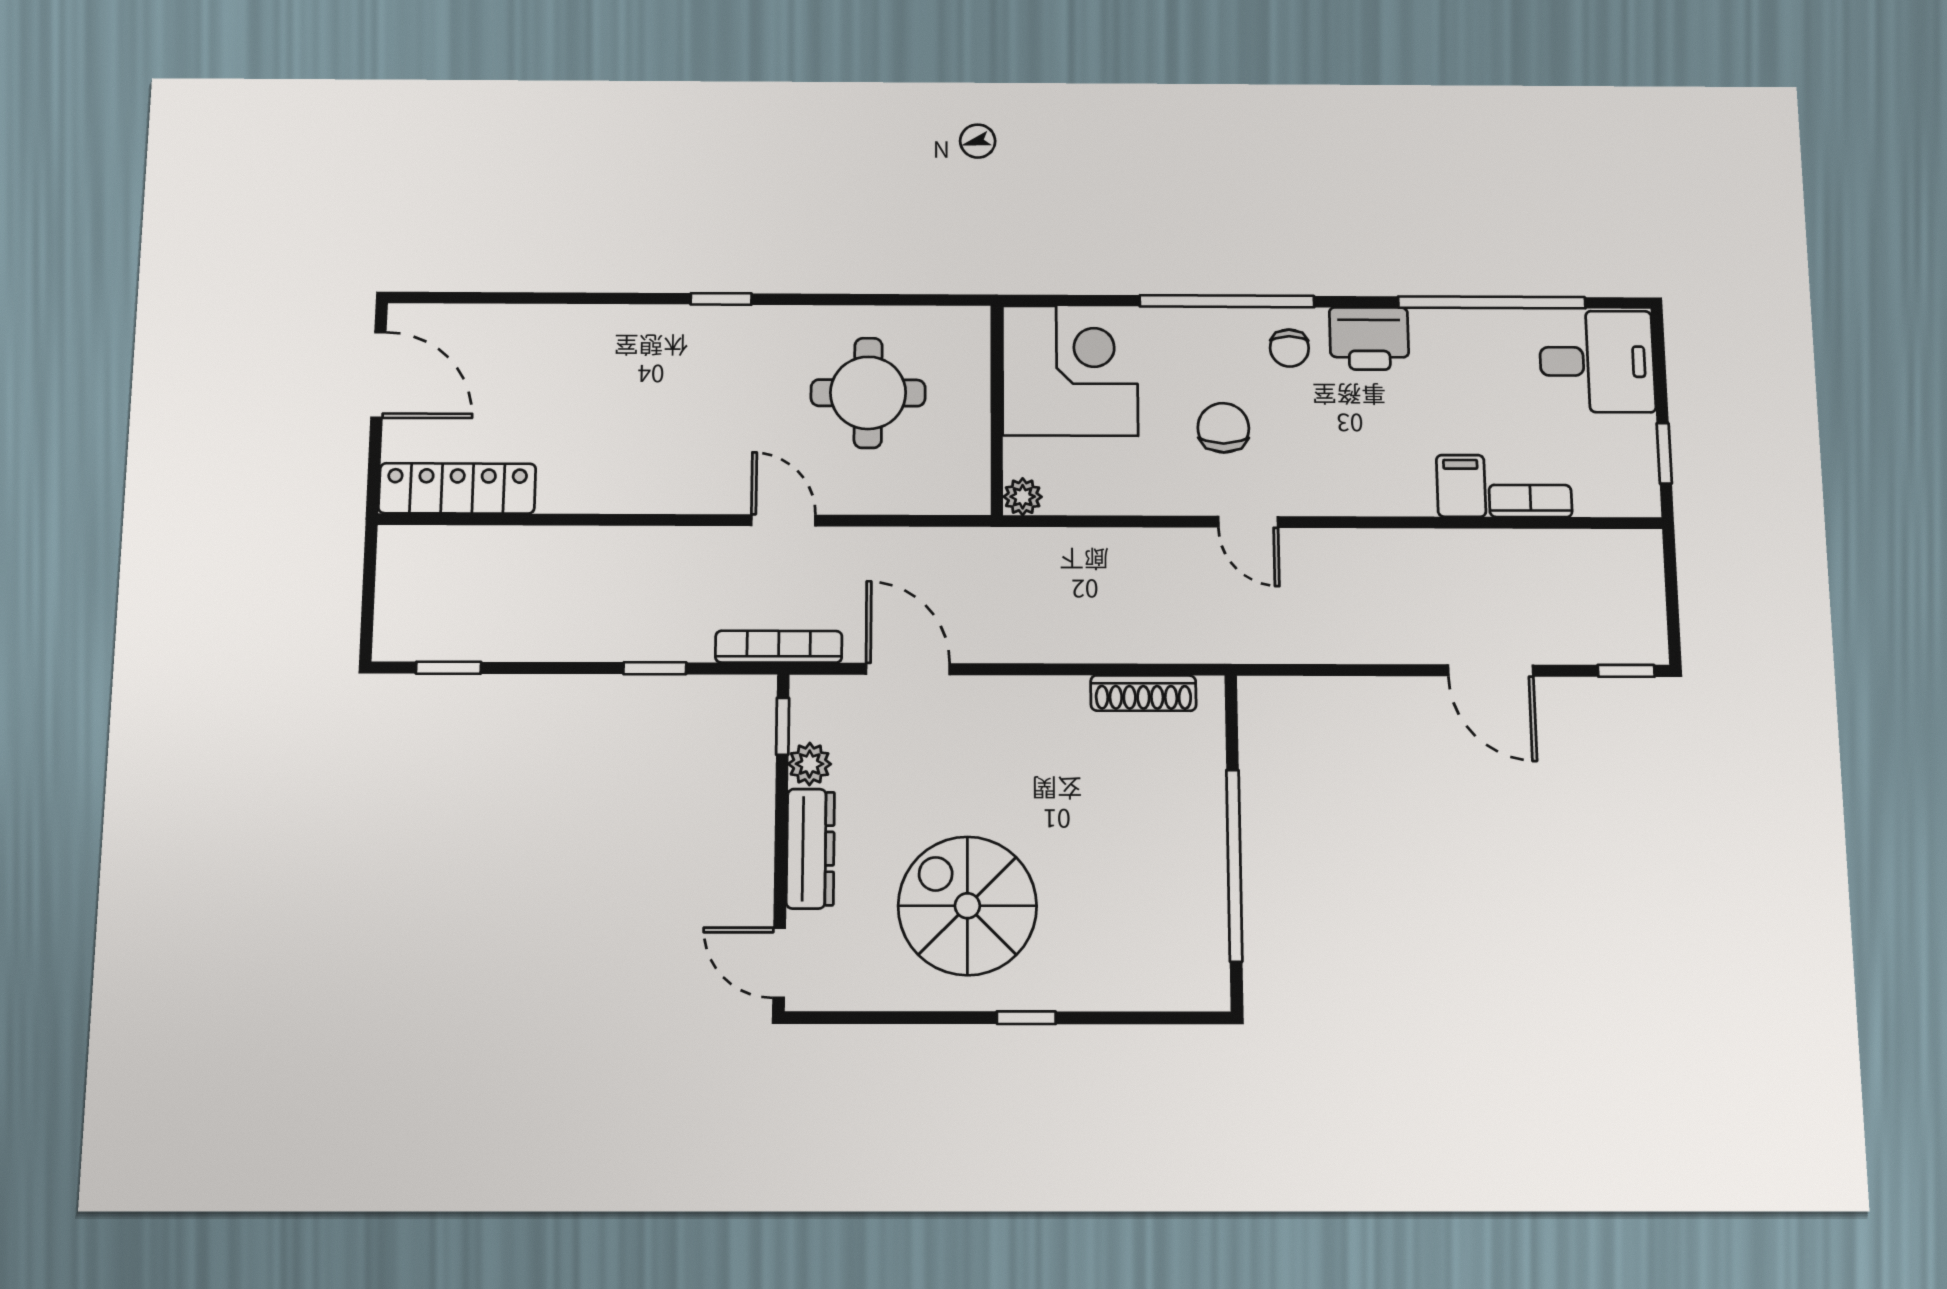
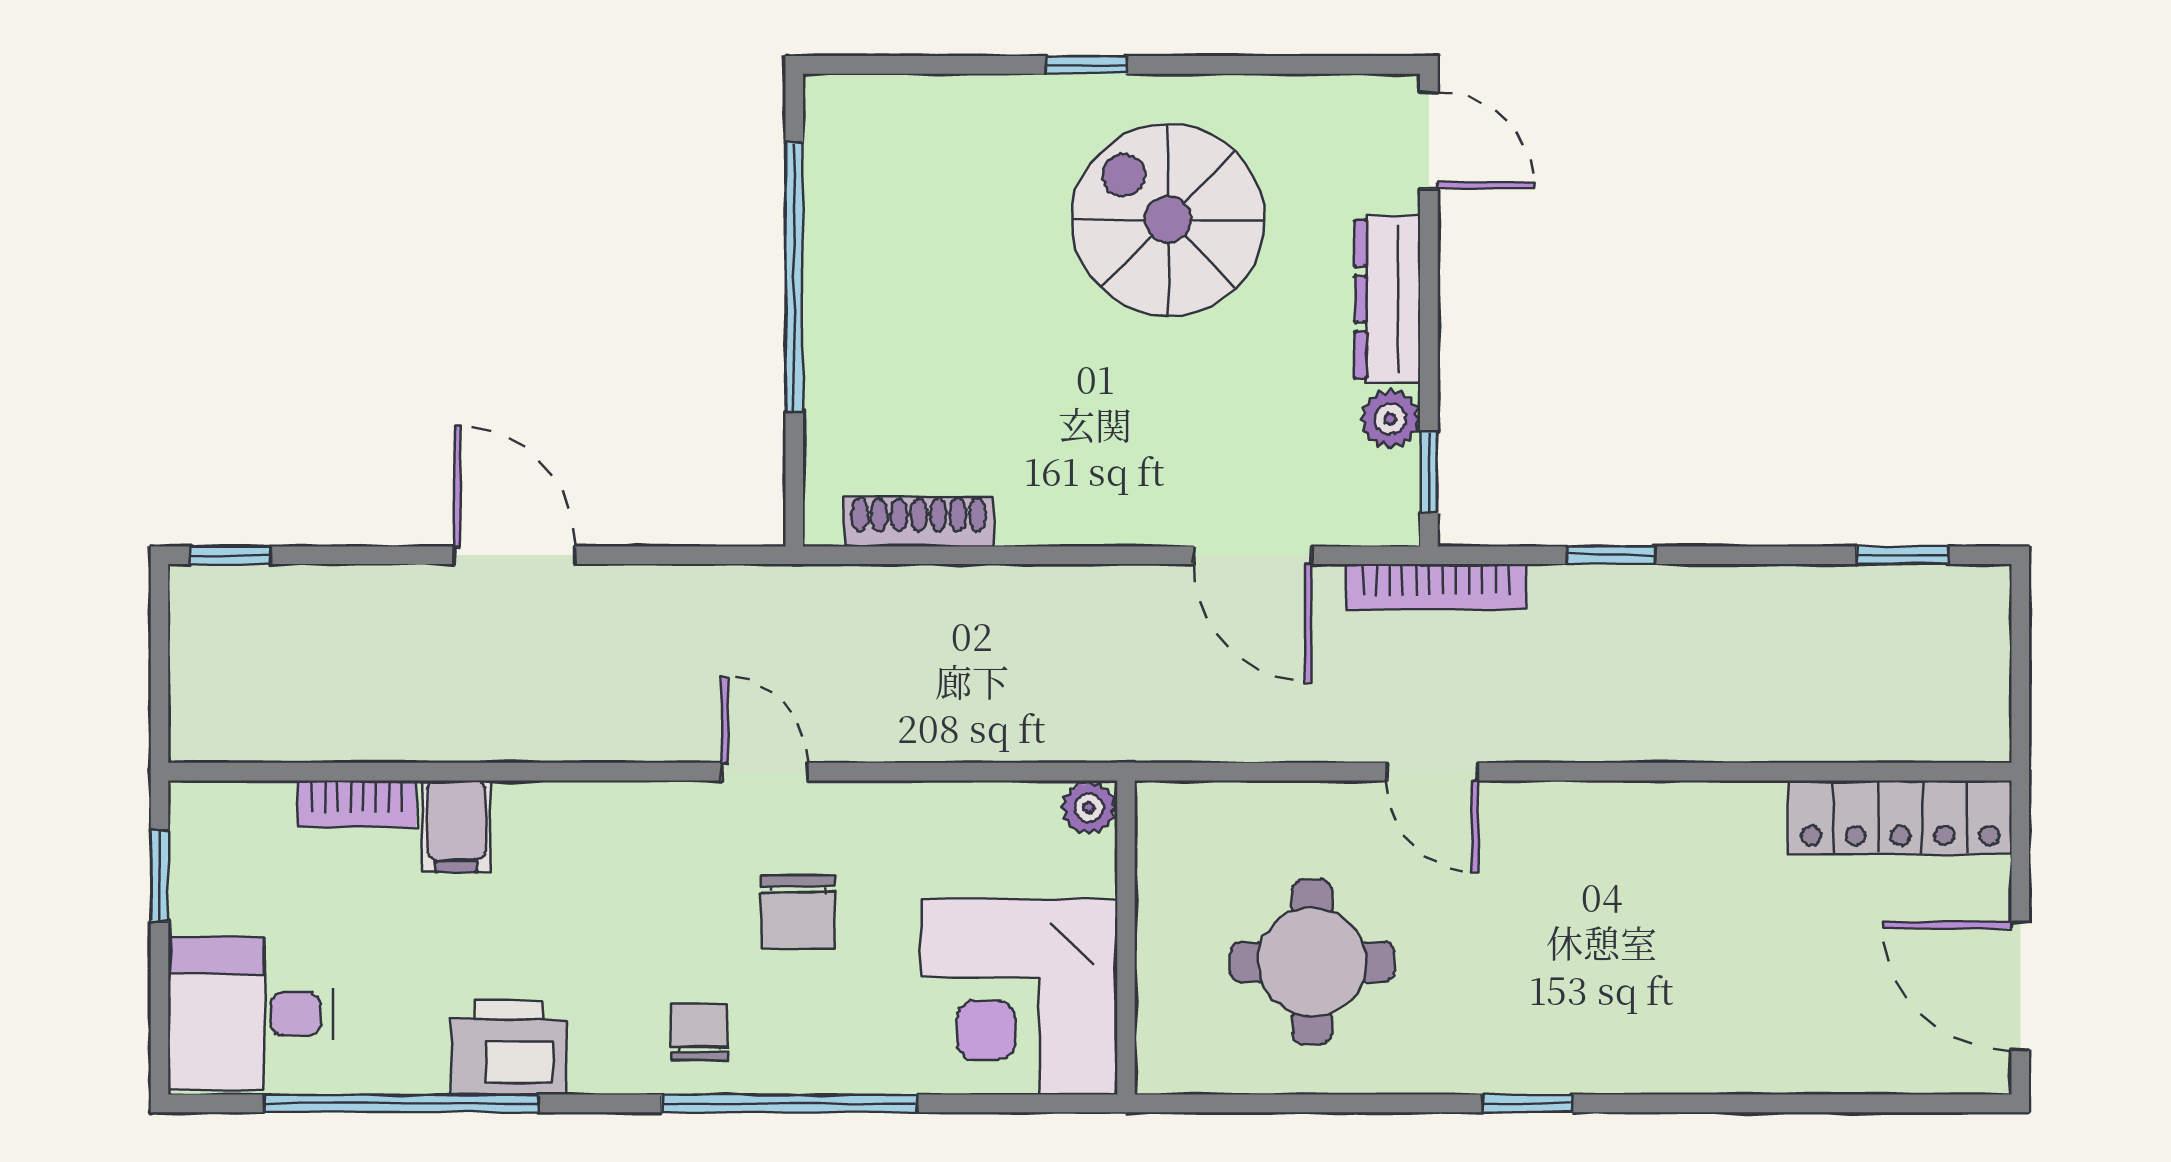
printer: (1369, 338) -> (509, 1047), moved
door: (1491, 670) -> (514, 555), moved
spiral stairs: (967, 906) -> (1168, 220), turned 180

